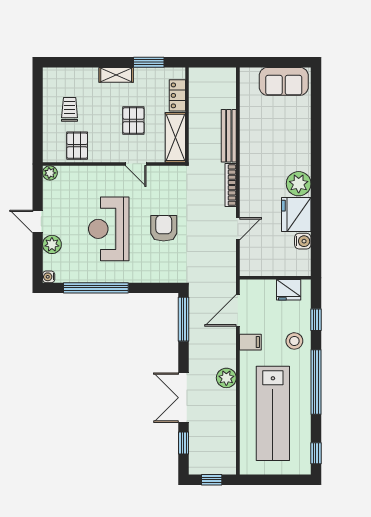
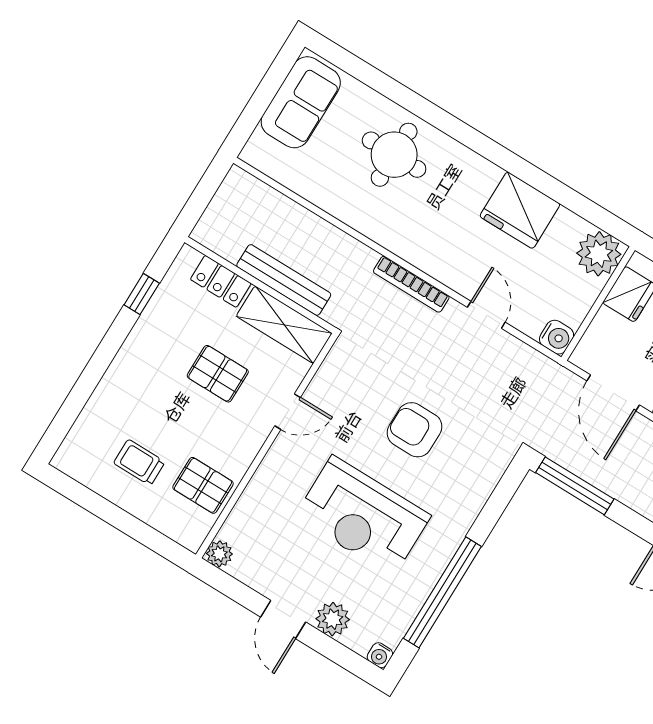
window: (149, 62) -> (142, 294), width x0.67
shelving: (116, 75) -> (130, 357), removed
bench: (229, 136) -> (284, 280), moved
round table: (286, 140) -> (394, 155), added
plant: (299, 184) -> (599, 254), moved
door: (38, 221) -> (283, 619), hinge flipped
water cooler: (303, 241) -> (557, 337), moved, turned 90

